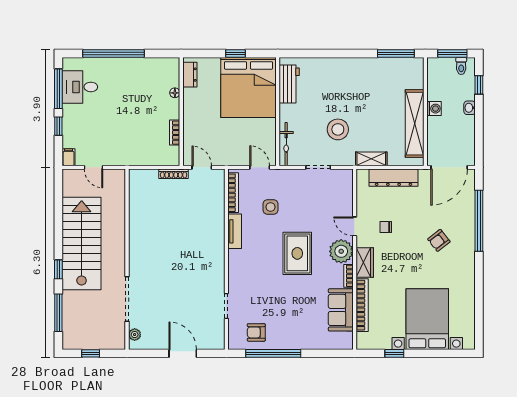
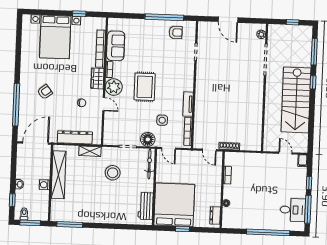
floor lamp: (290, 179) -> (148, 139), added

